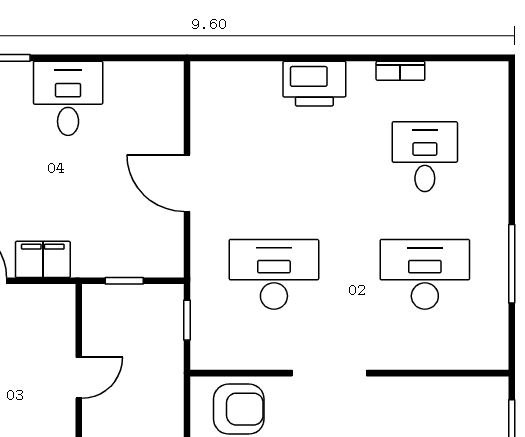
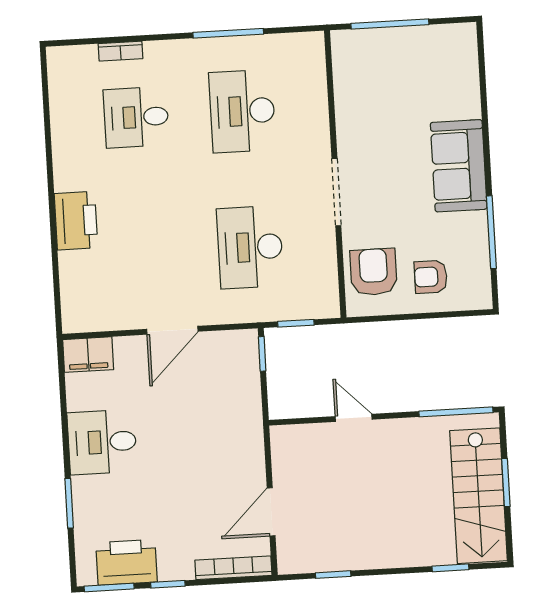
bookcase: (400, 71) -> (121, 51), moved, turned 90
filing cabinet: (43, 259) -> (88, 355), moved, turned -90
window: (124, 281) -> (262, 354), moved

